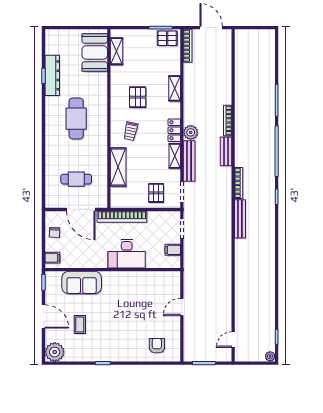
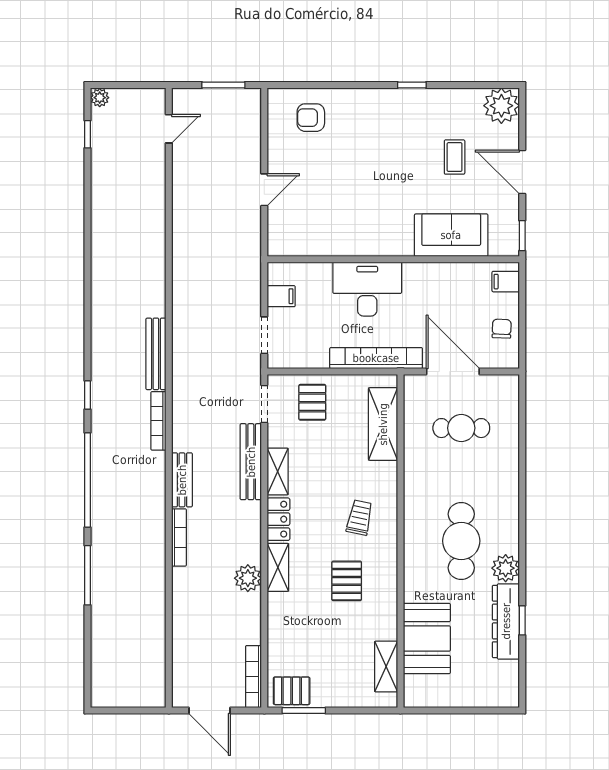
booth: (95, 52) -> (427, 639), moved
shelving: (175, 88) -> (278, 567), moved
plant: (52, 104) -> (506, 568), added
plant: (191, 132) -> (248, 578), moved
shelving: (118, 167) -> (383, 424), moved
armchair: (157, 346) -> (311, 118), turned 90

